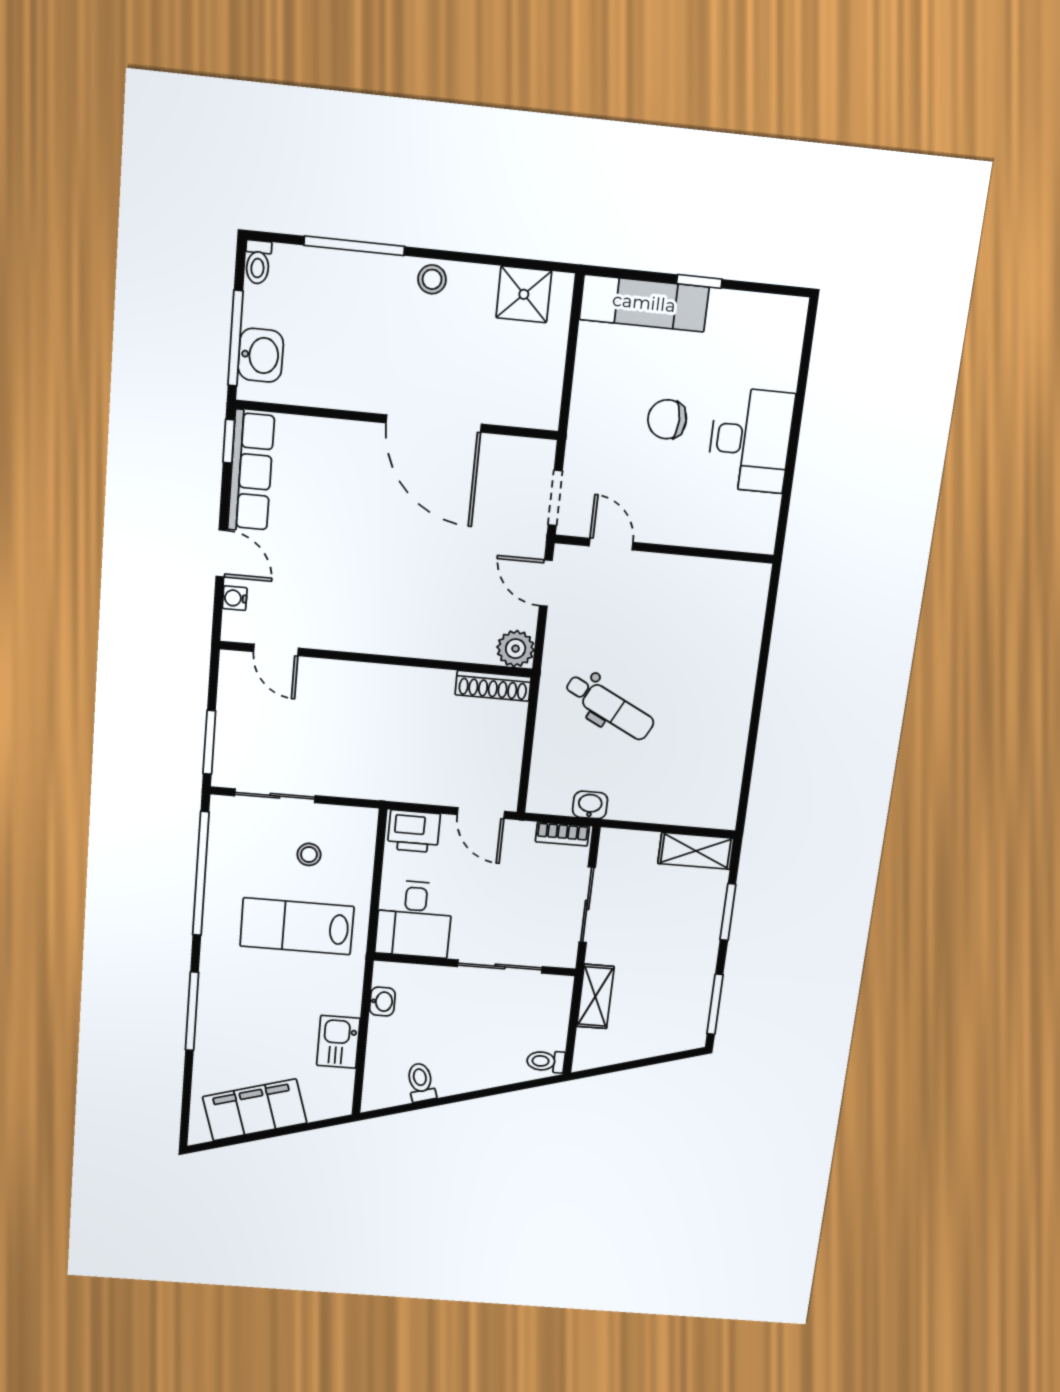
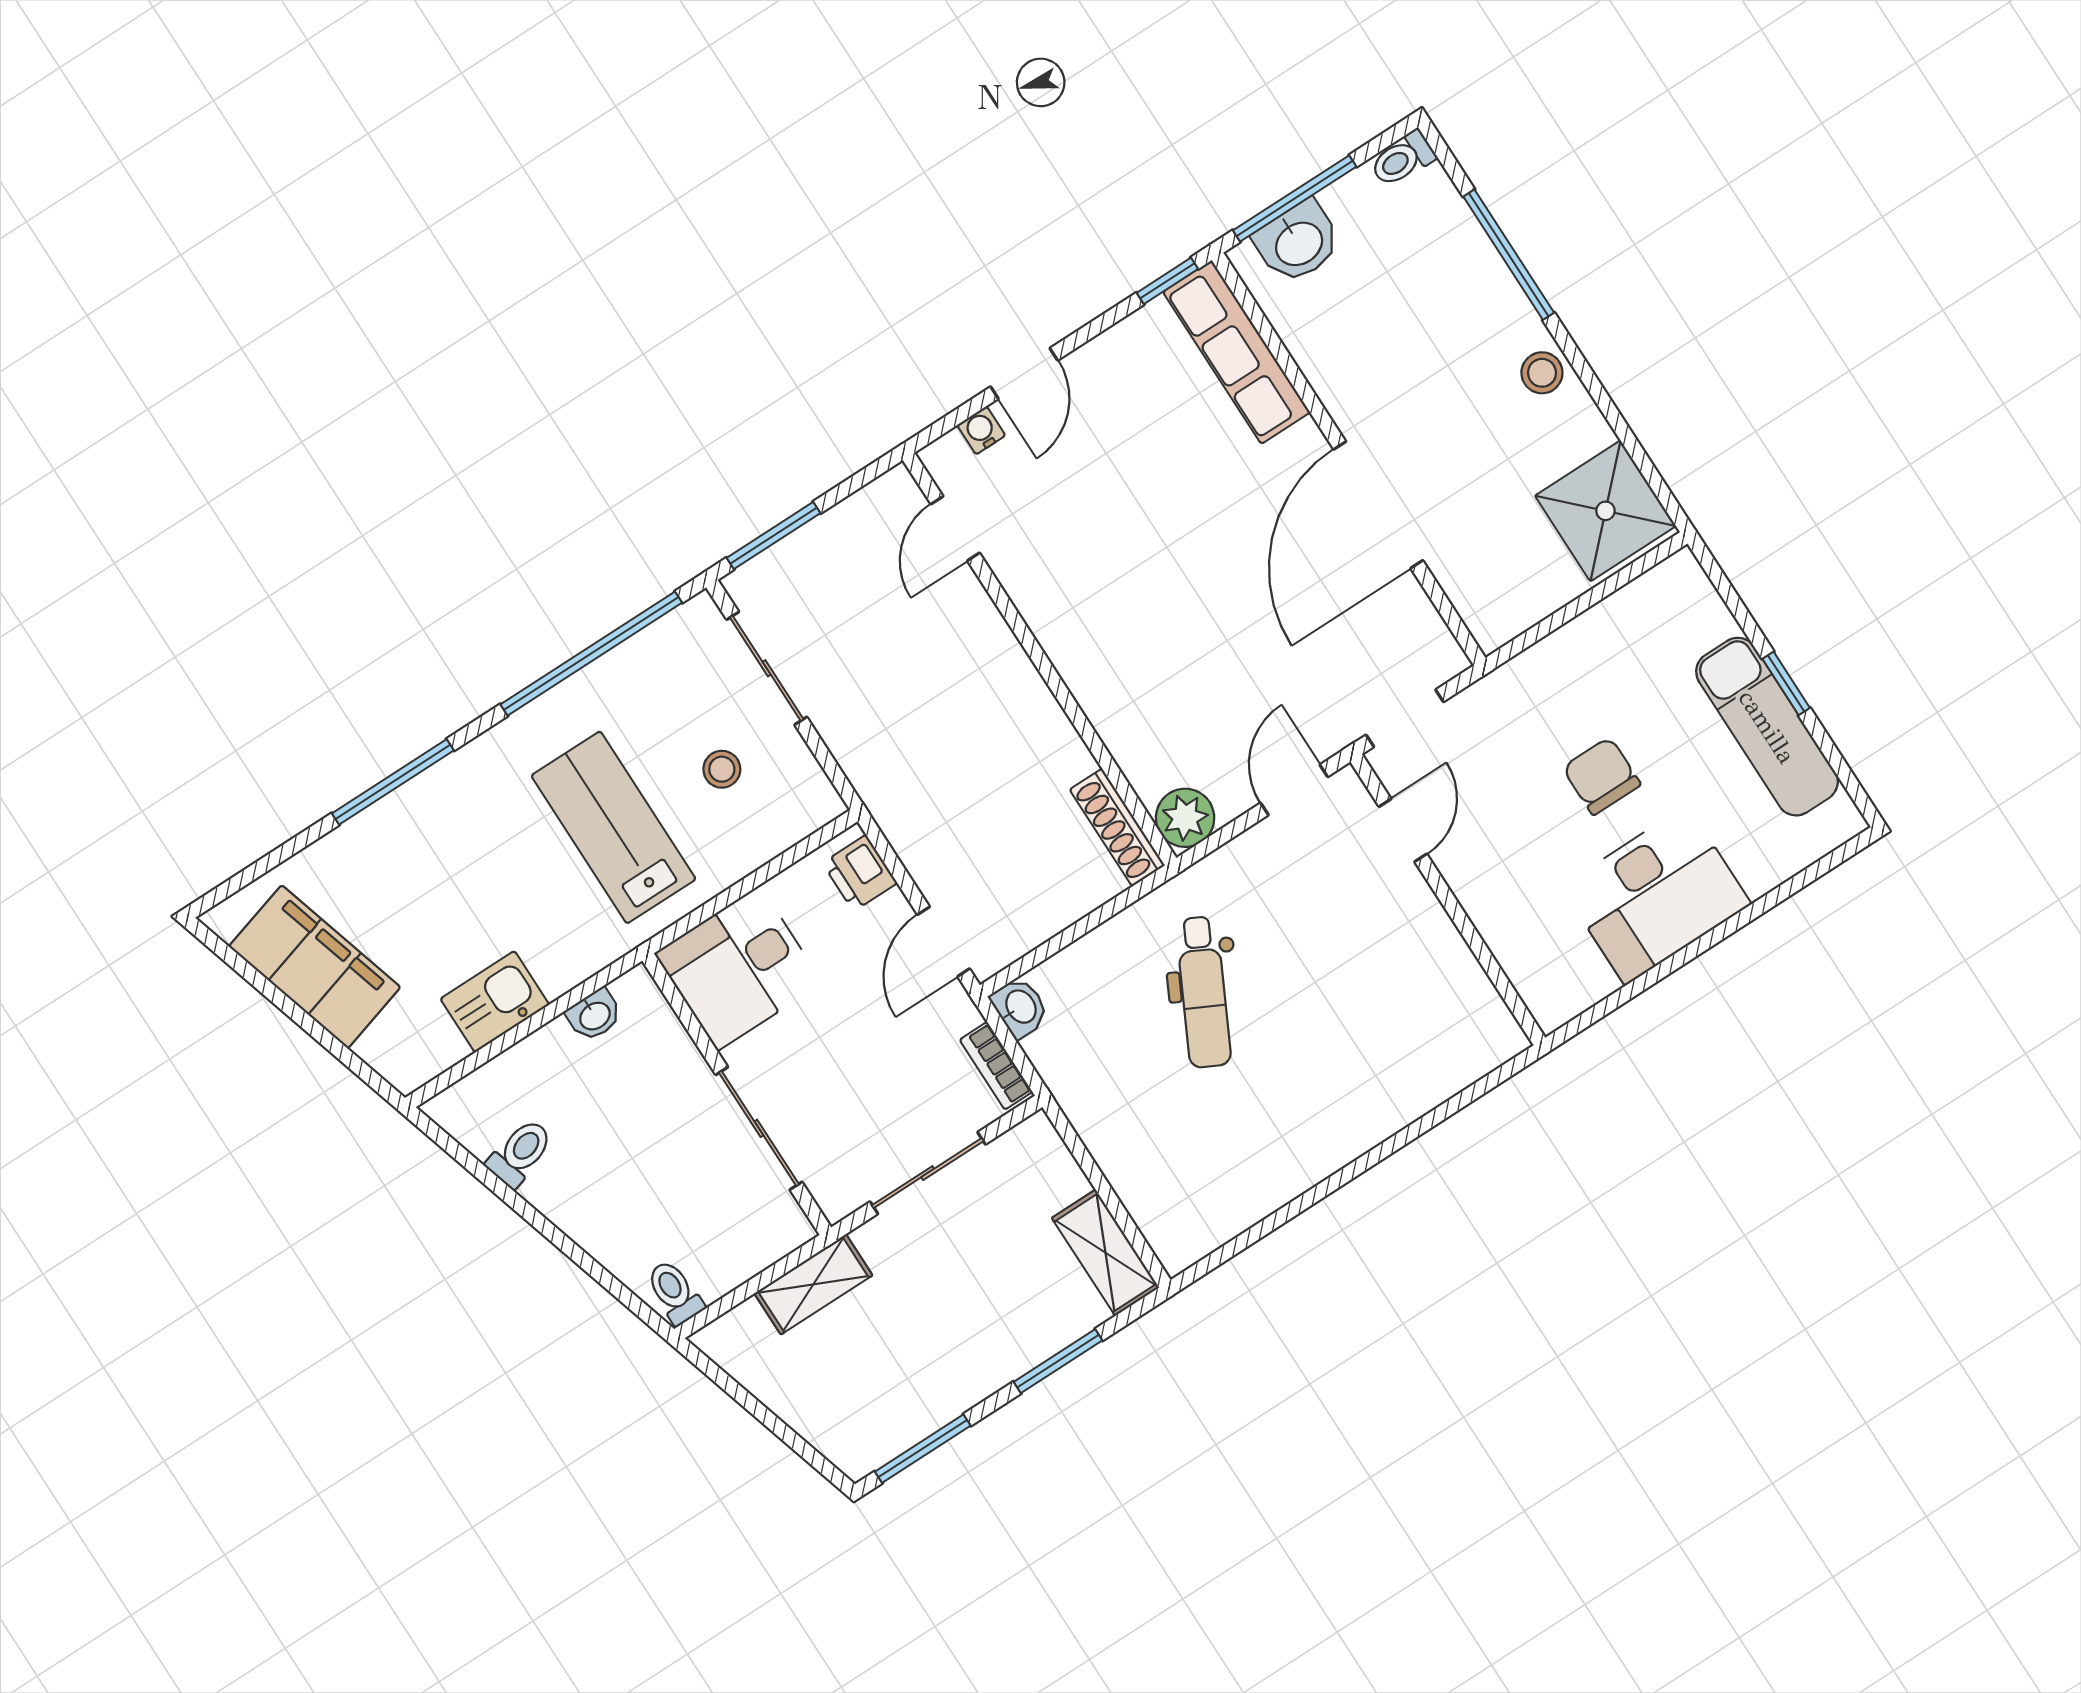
shower: (524, 294) -> (1605, 511), width x1.36, depth x1.36
exam couch: (644, 303) -> (1767, 727), moved
row of seats: (251, 471) -> (1237, 352), moved, turned 90
washbasin: (590, 805) -> (1020, 1007), moved
printer: (414, 831) -> (860, 873), width x0.73, depth x0.81

